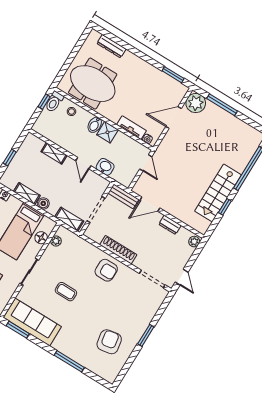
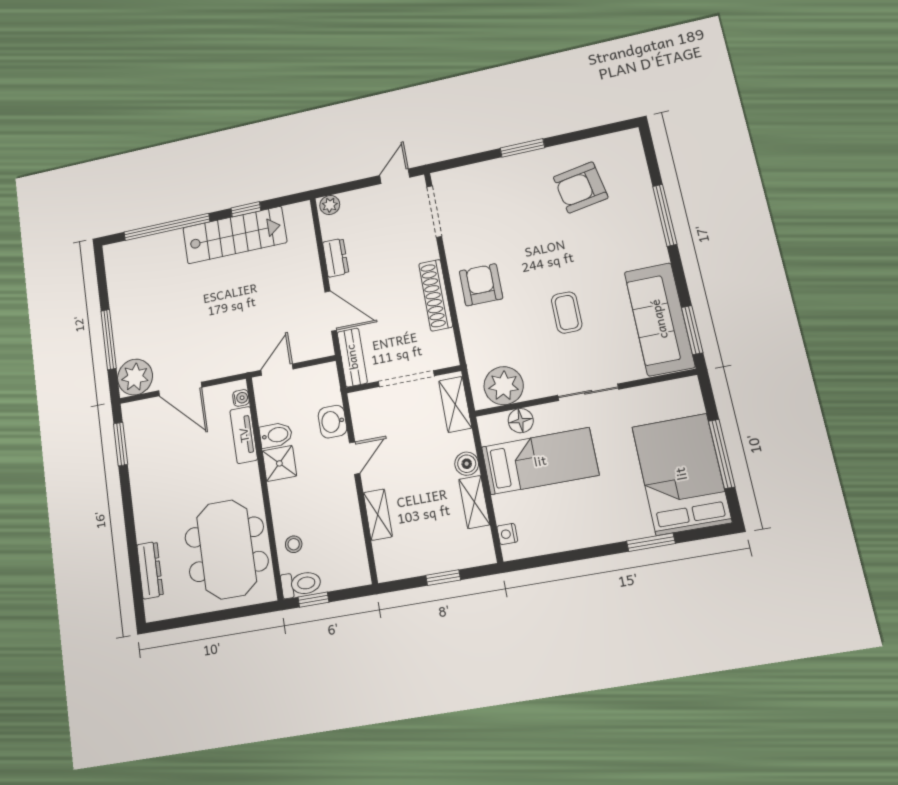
bidet: (95, 125) -> (276, 435), moved
plant: (56, 241) -> (504, 386), width x1.88, depth x1.88

